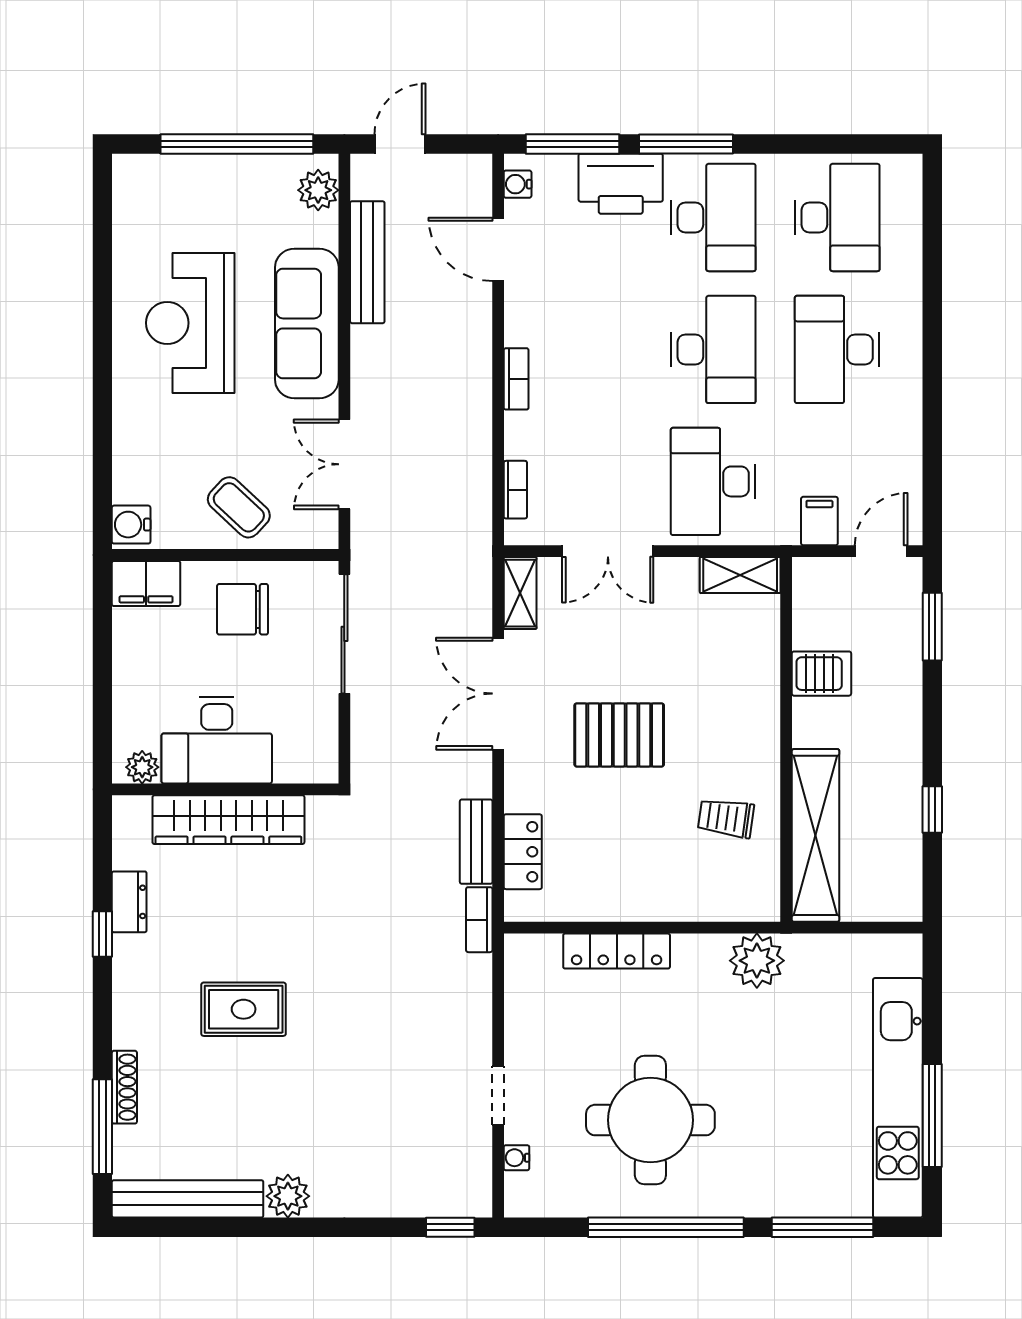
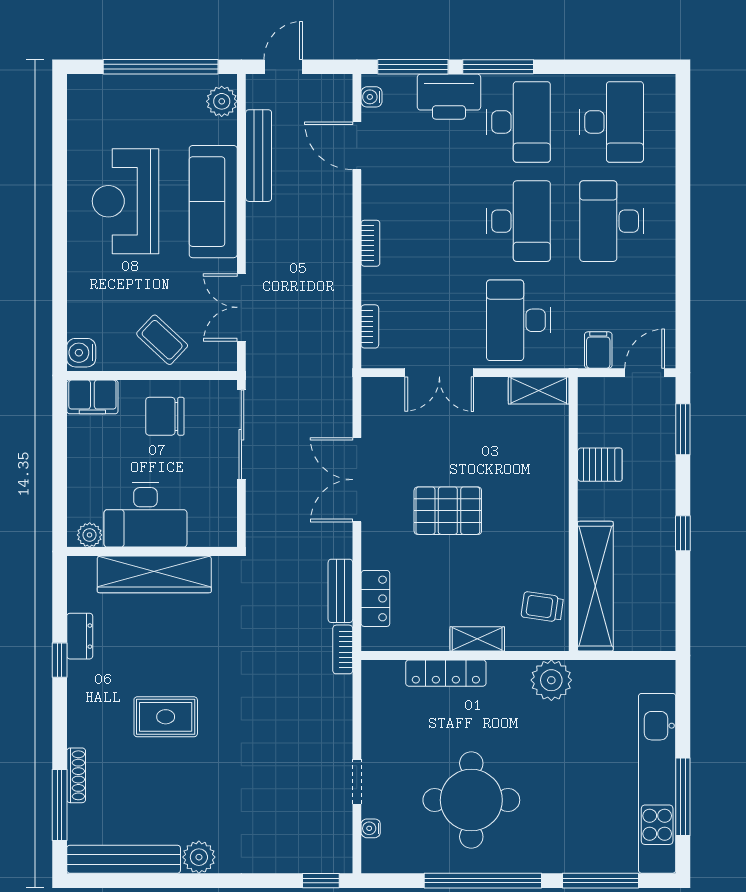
shelving: (520, 593) -> (477, 639), moved, turned 90
window: (932, 810) -> (683, 533), moved
trolley: (726, 818) -> (542, 607), moved

